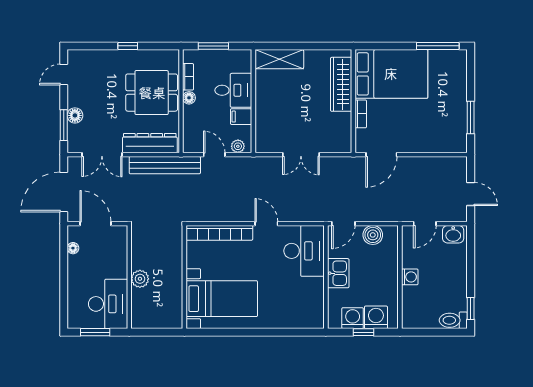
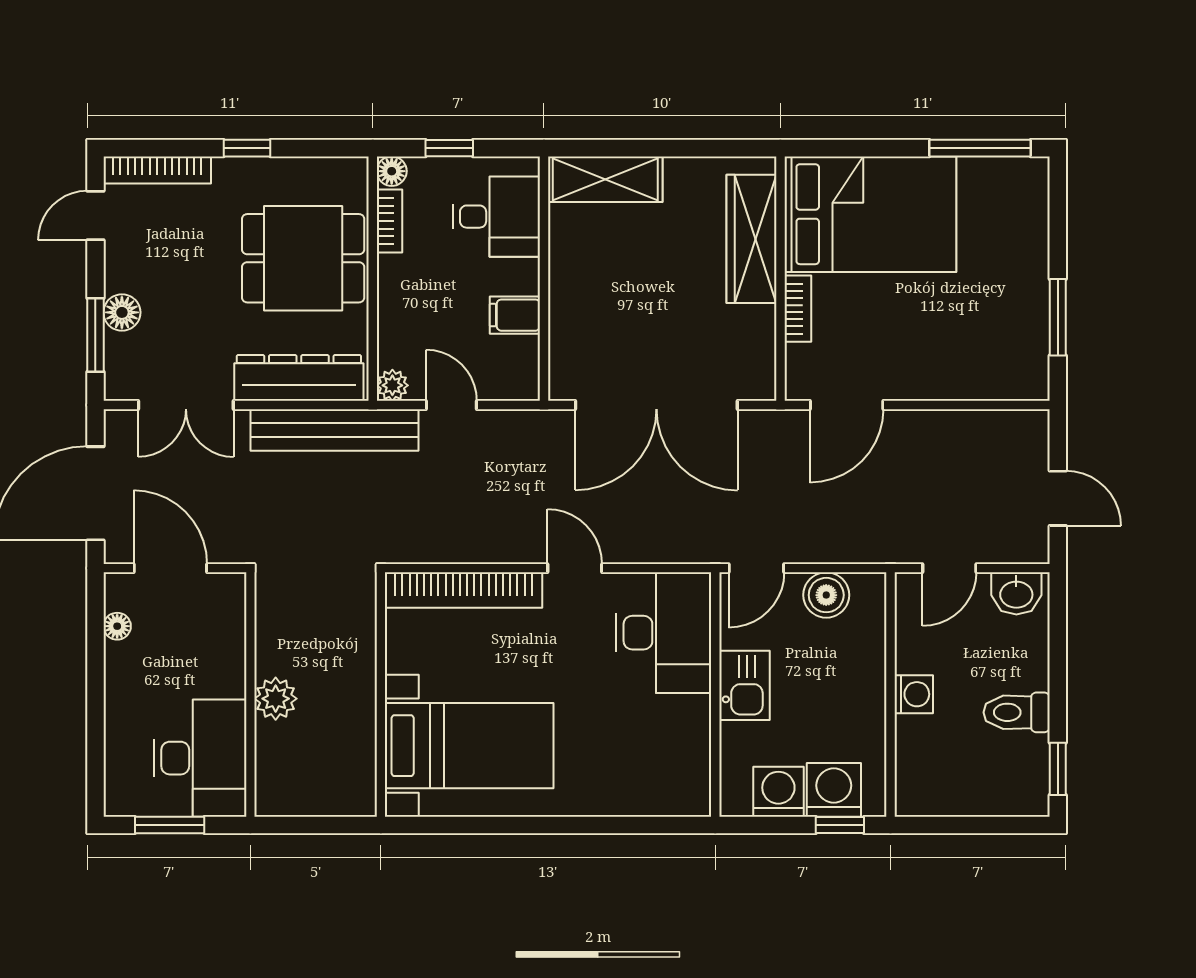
window: (213, 46) -> (449, 148), width x0.67
bookcase: (90, 55) -> (157, 170), added
desk: (233, 90) -> (496, 217), moved
floor lamp: (189, 98) -> (392, 171), moved
plant: (238, 146) -> (392, 385), moved
double door: (301, 155) -> (656, 405), width x1.87
toilet: (453, 320) -> (1017, 712), moved
window: (364, 332) -> (840, 825), moved

